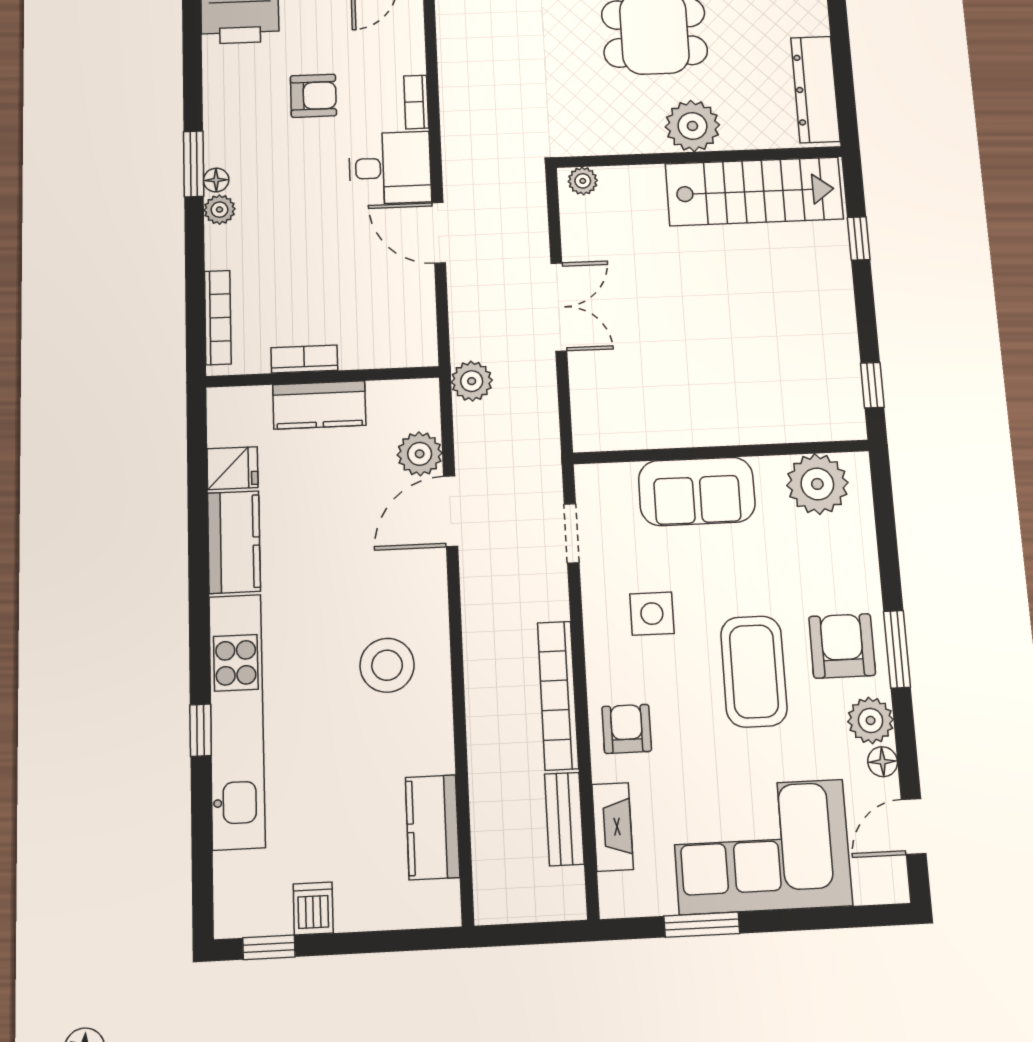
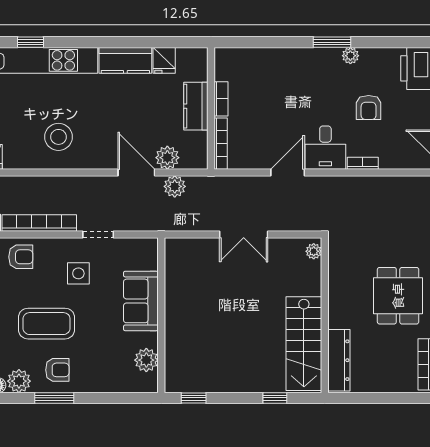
dresser: (815, 89) -> (339, 360), moved, turned 90
plant: (692, 126) -> (343, 313), removed
floor lamp: (216, 180) -> (322, 54), removed
plant: (219, 210) -> (350, 56), moved
bookcase: (218, 318) -> (221, 144), moved, turned -90
plant: (472, 381) -> (175, 186), moved
plant: (817, 484) -> (146, 360), width x0.73, depth x0.73
doorway: (572, 533) -> (98, 235), moved
armchair: (842, 646) -> (57, 370), width x0.72, depth x0.72

